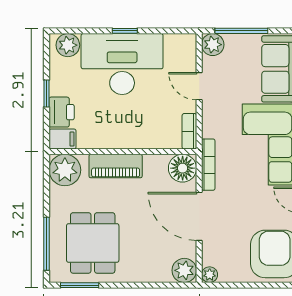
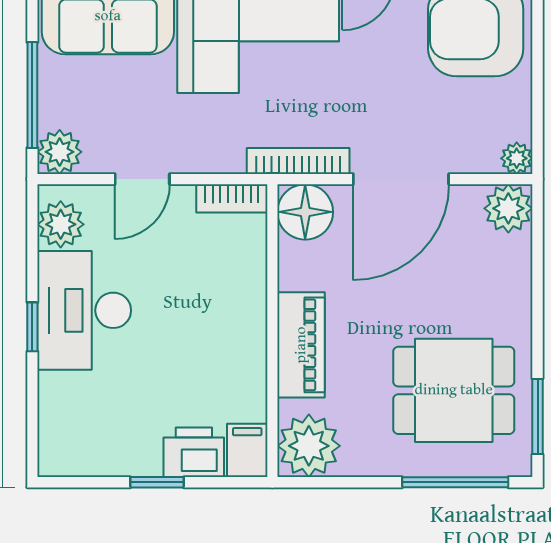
plant: (68, 45) -> (61, 224), moved
desk: (122, 64) -> (84, 310), width x0.73, depth x0.77

